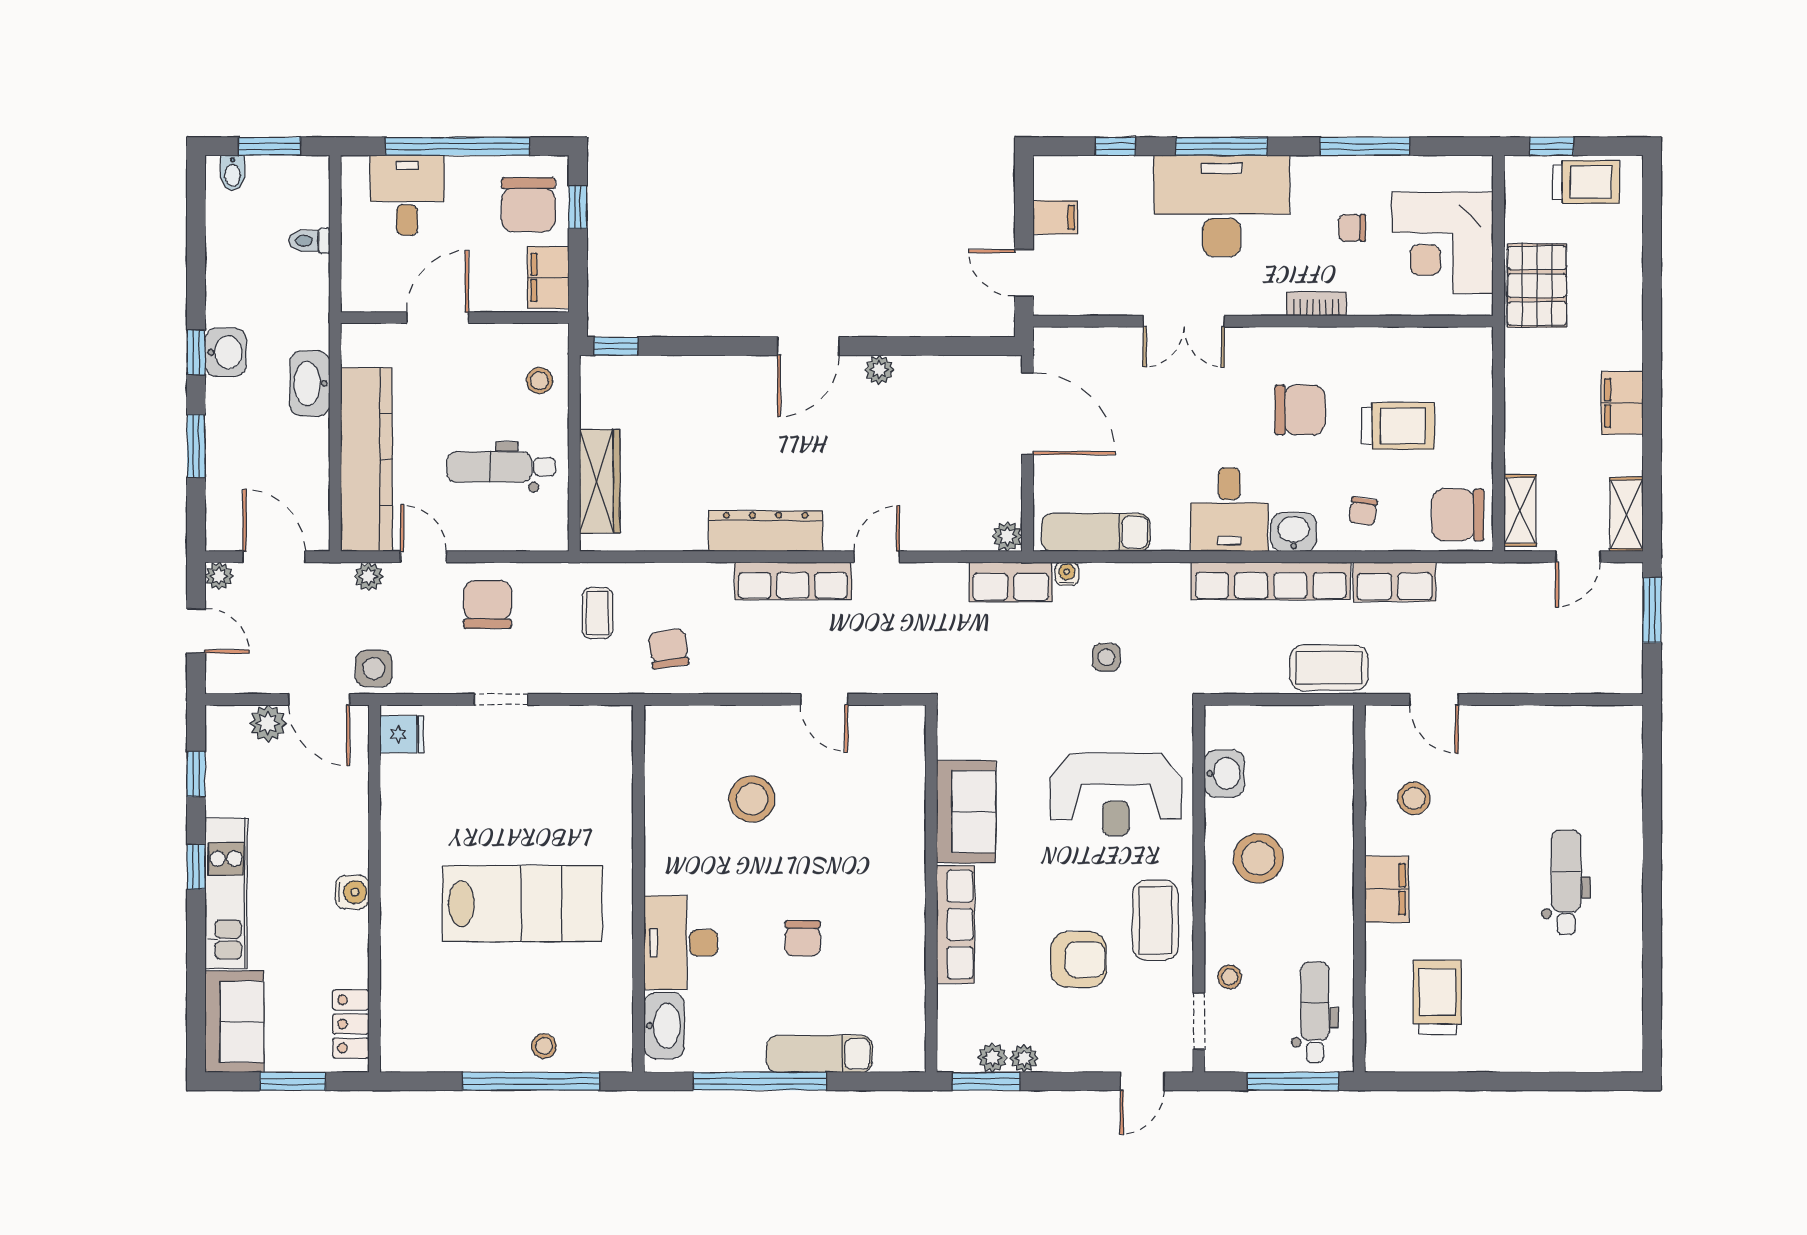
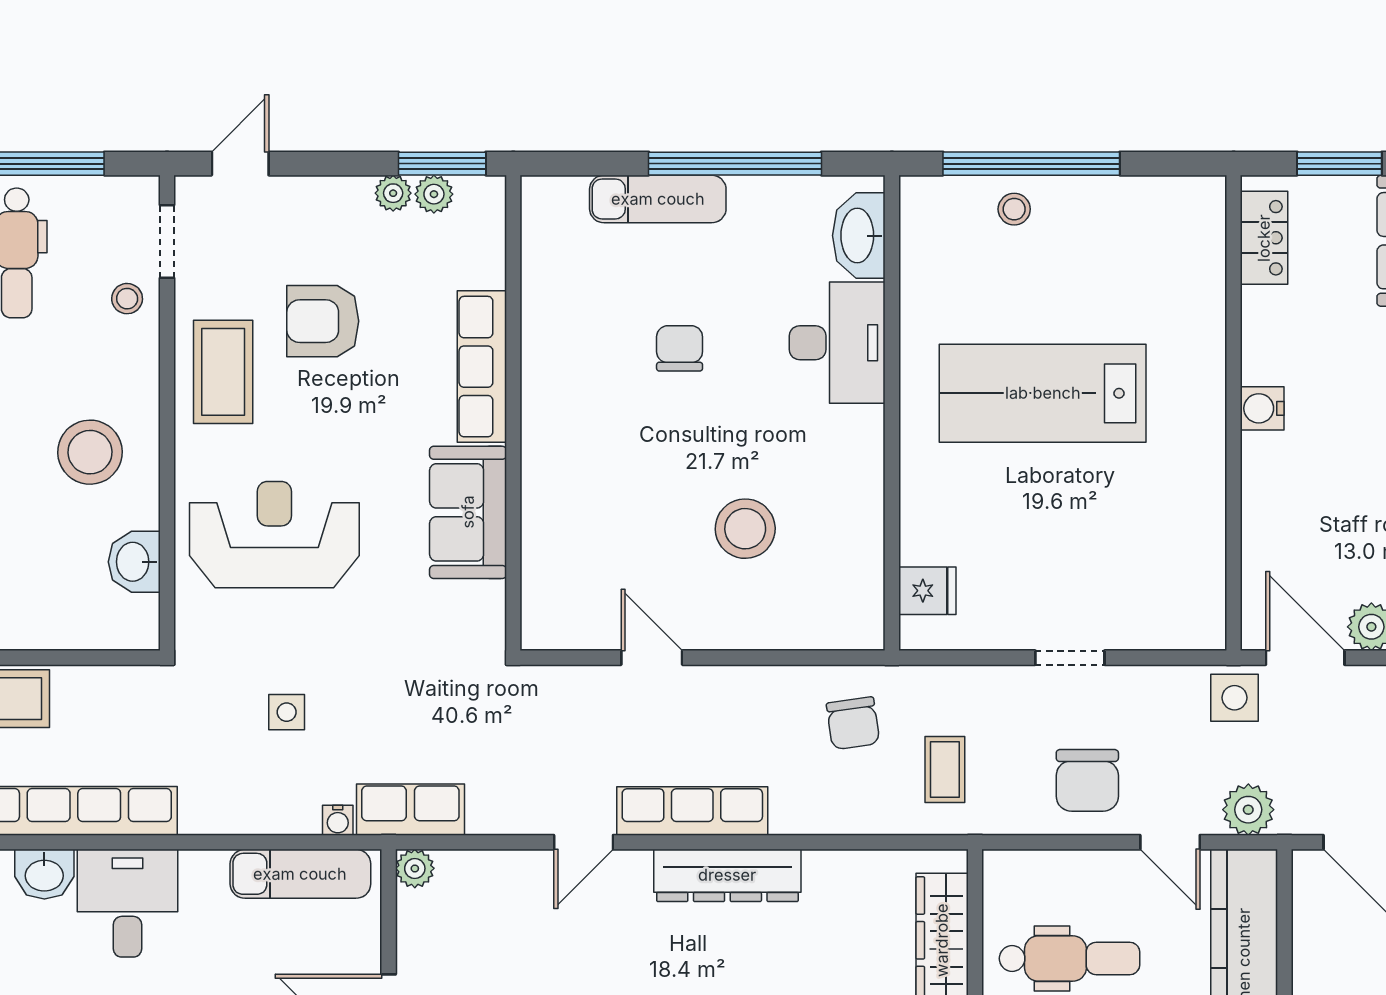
plant: (369, 577) -> (1248, 810), width x1.38, depth x1.38
fridge: (402, 734) -> (927, 591), moved, turned 180

